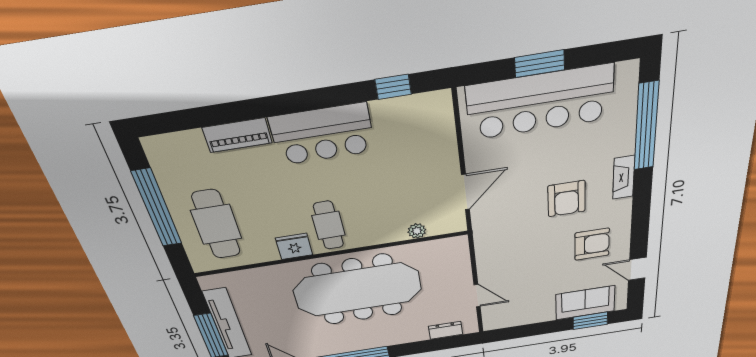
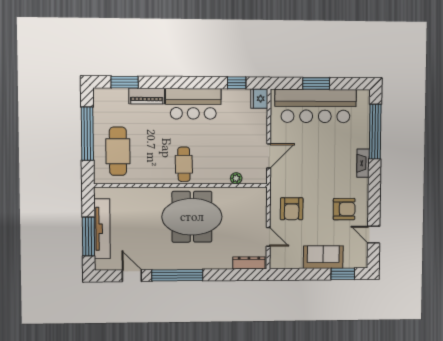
window: (191, 119) -> (125, 82), added
armchair: (567, 199) -> (292, 209), moved
fridge: (294, 246) -> (259, 99), moved, turned -90
meeting table: (358, 290) -> (192, 217), width x0.73
sofa: (585, 303) -> (323, 257), moved
dresser: (446, 330) -> (249, 263), width x1.44

